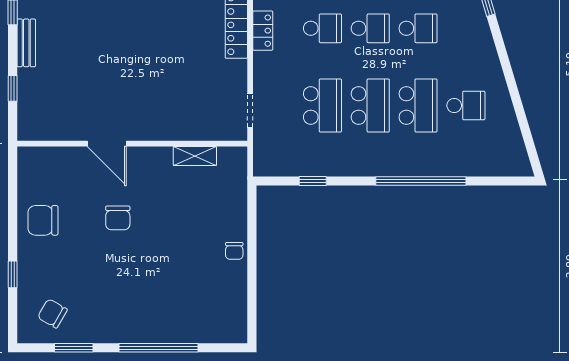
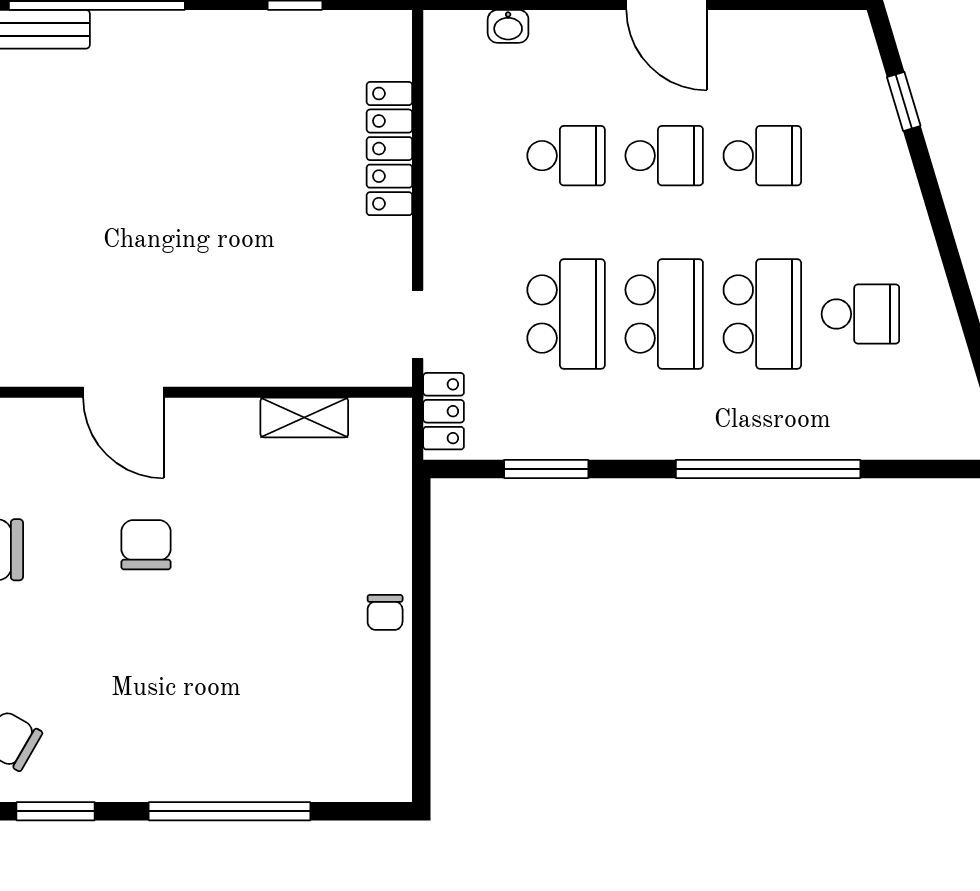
locker: (263, 31) -> (444, 411), moved
window: (313, 181) -> (546, 469), width x1.50
chair: (118, 218) -> (146, 545), turned 180

